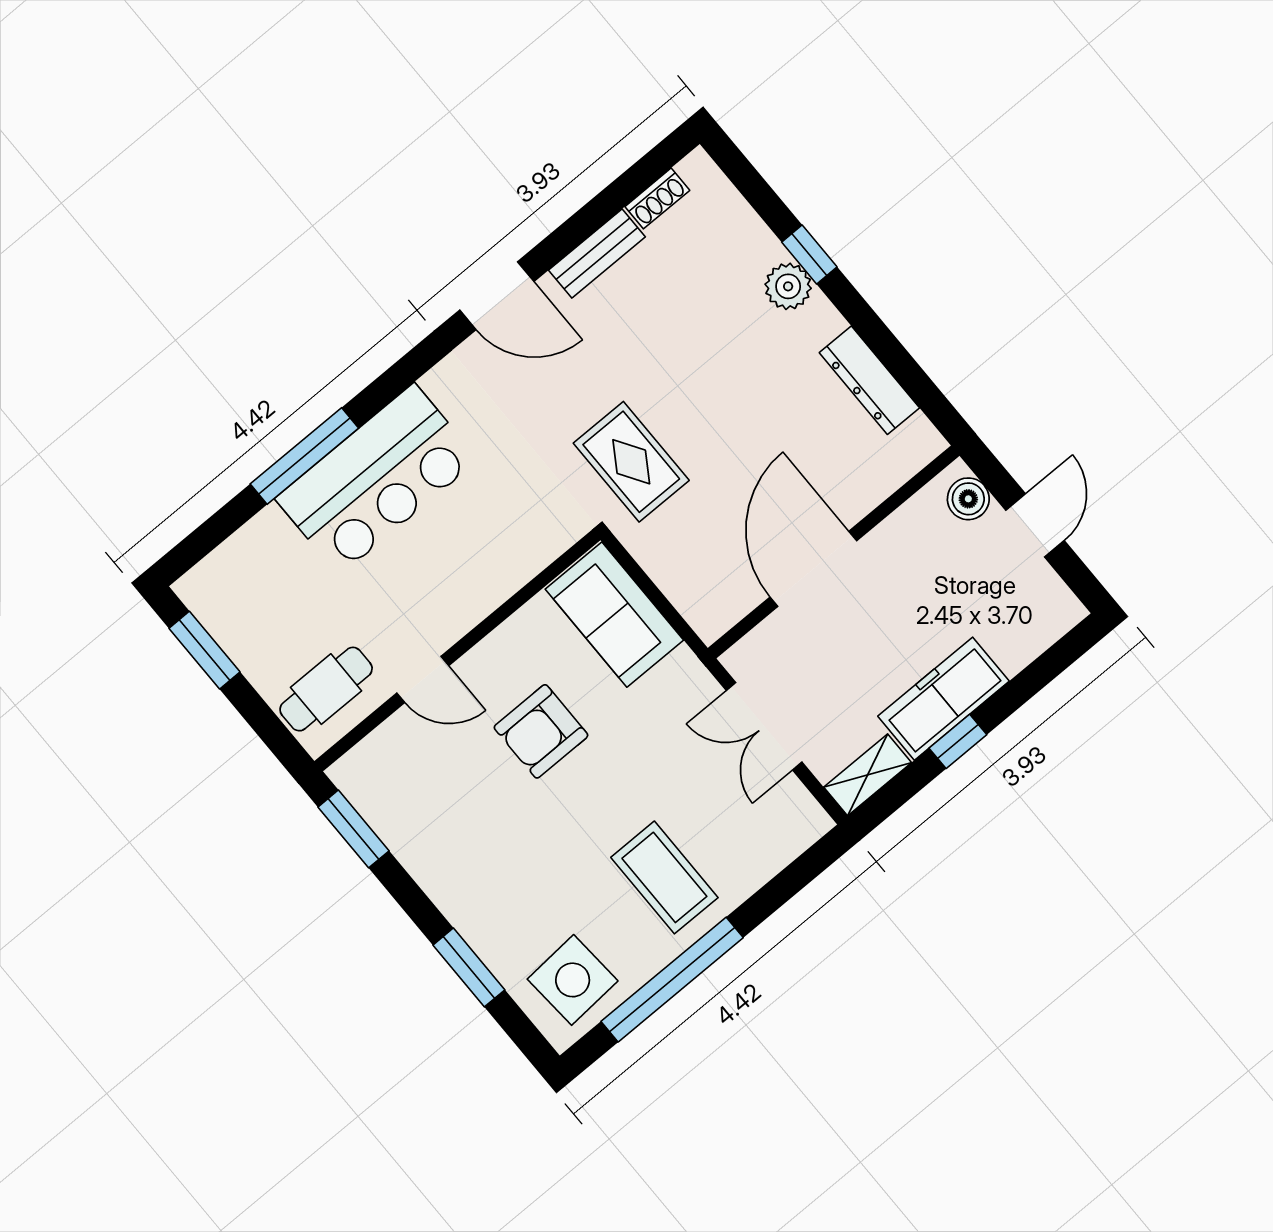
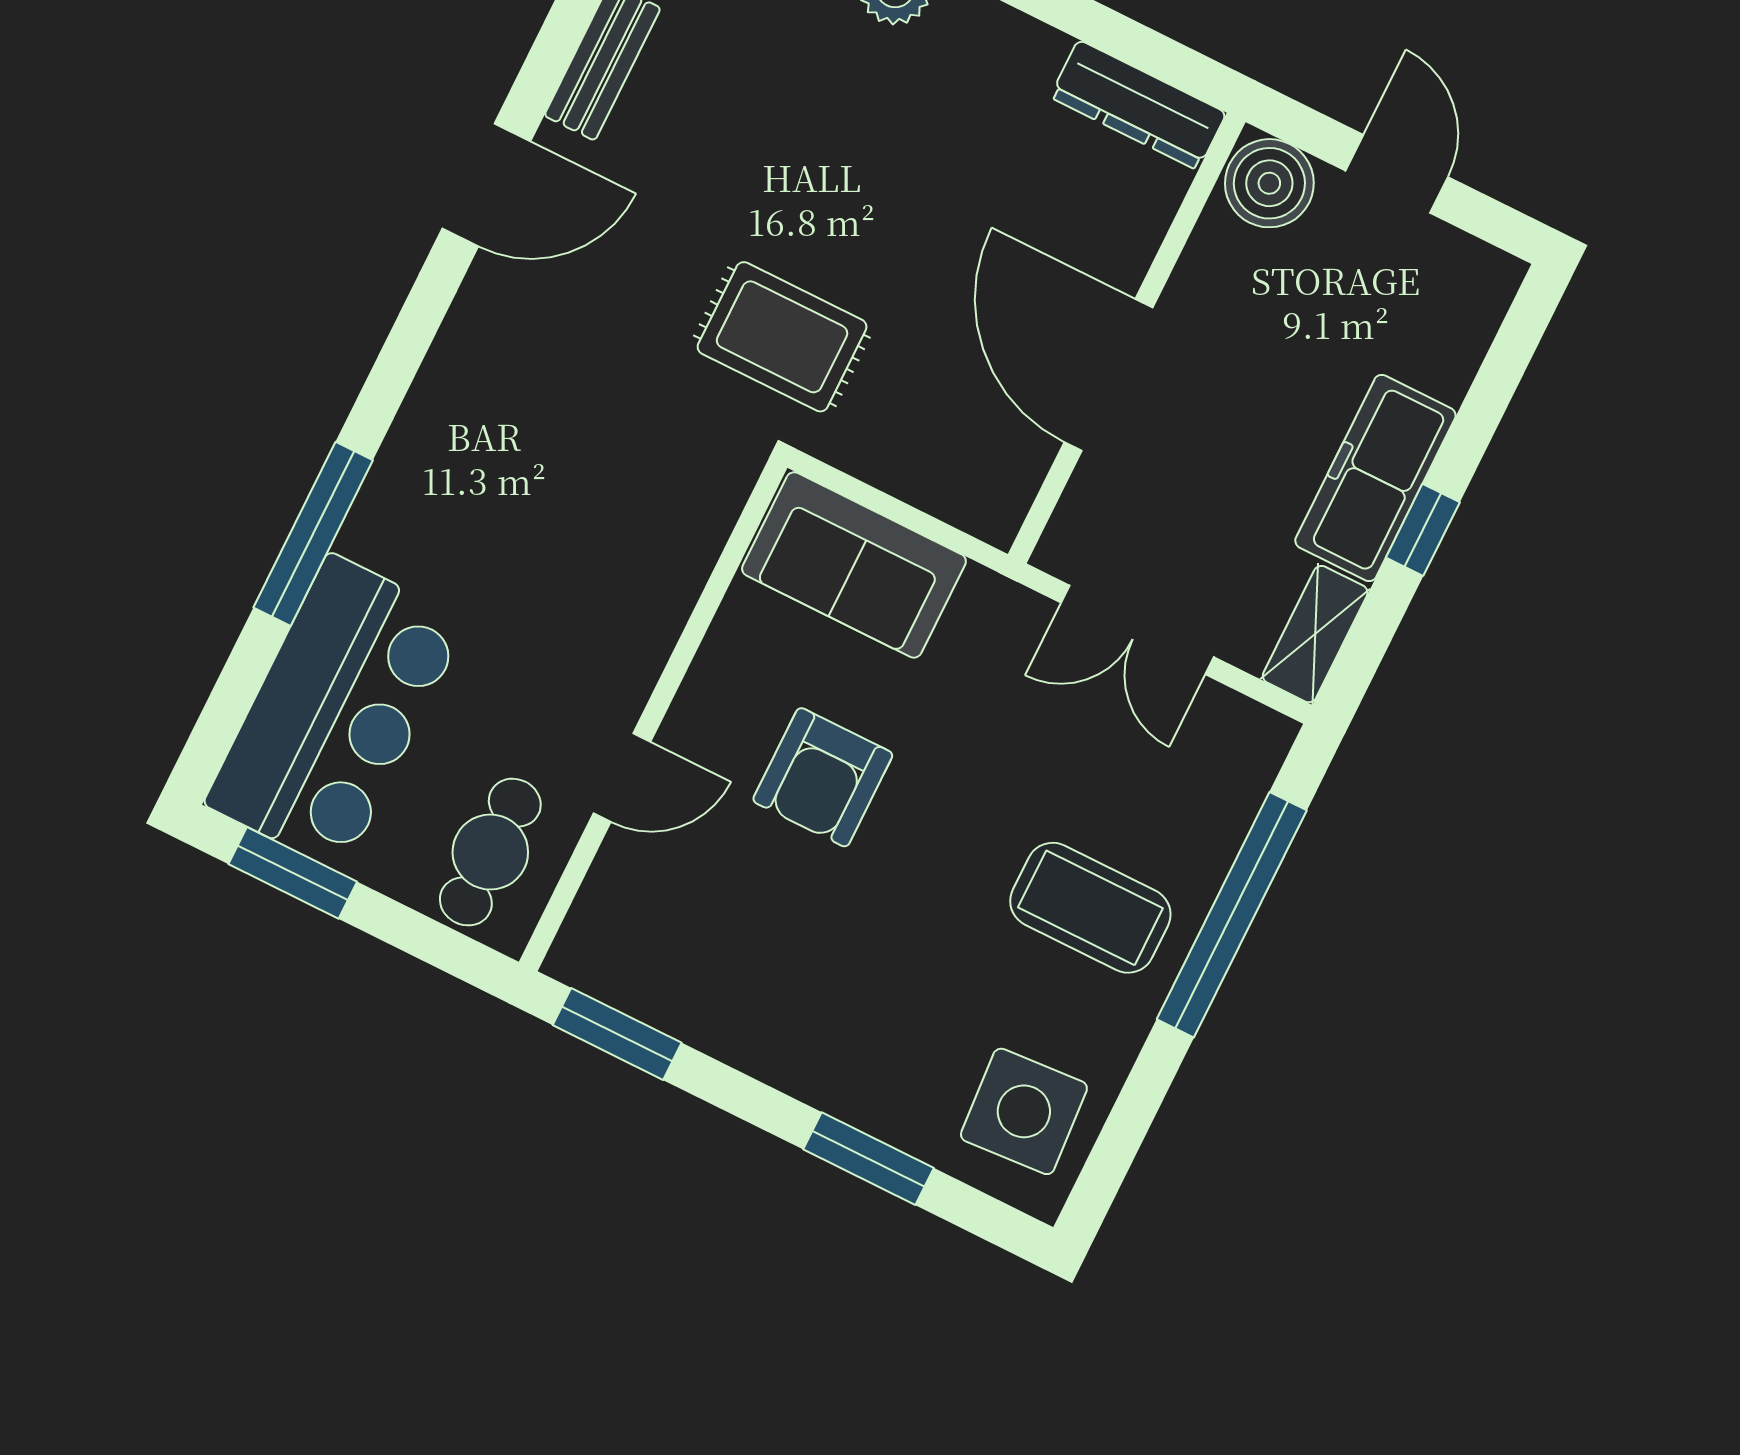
dresser: (869, 380) -> (1138, 105), moved
bar counter: (377, 479) -> (336, 712), moved
boiler: (968, 499) -> (1269, 183), width x1.36, depth x1.36
window: (672, 980) -> (1232, 915), moved

